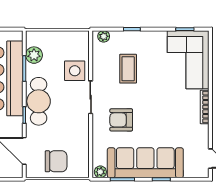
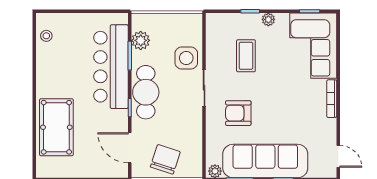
plant: (104, 36) -> (268, 19), moved
chair: (56, 161) -> (165, 159), turned -72

